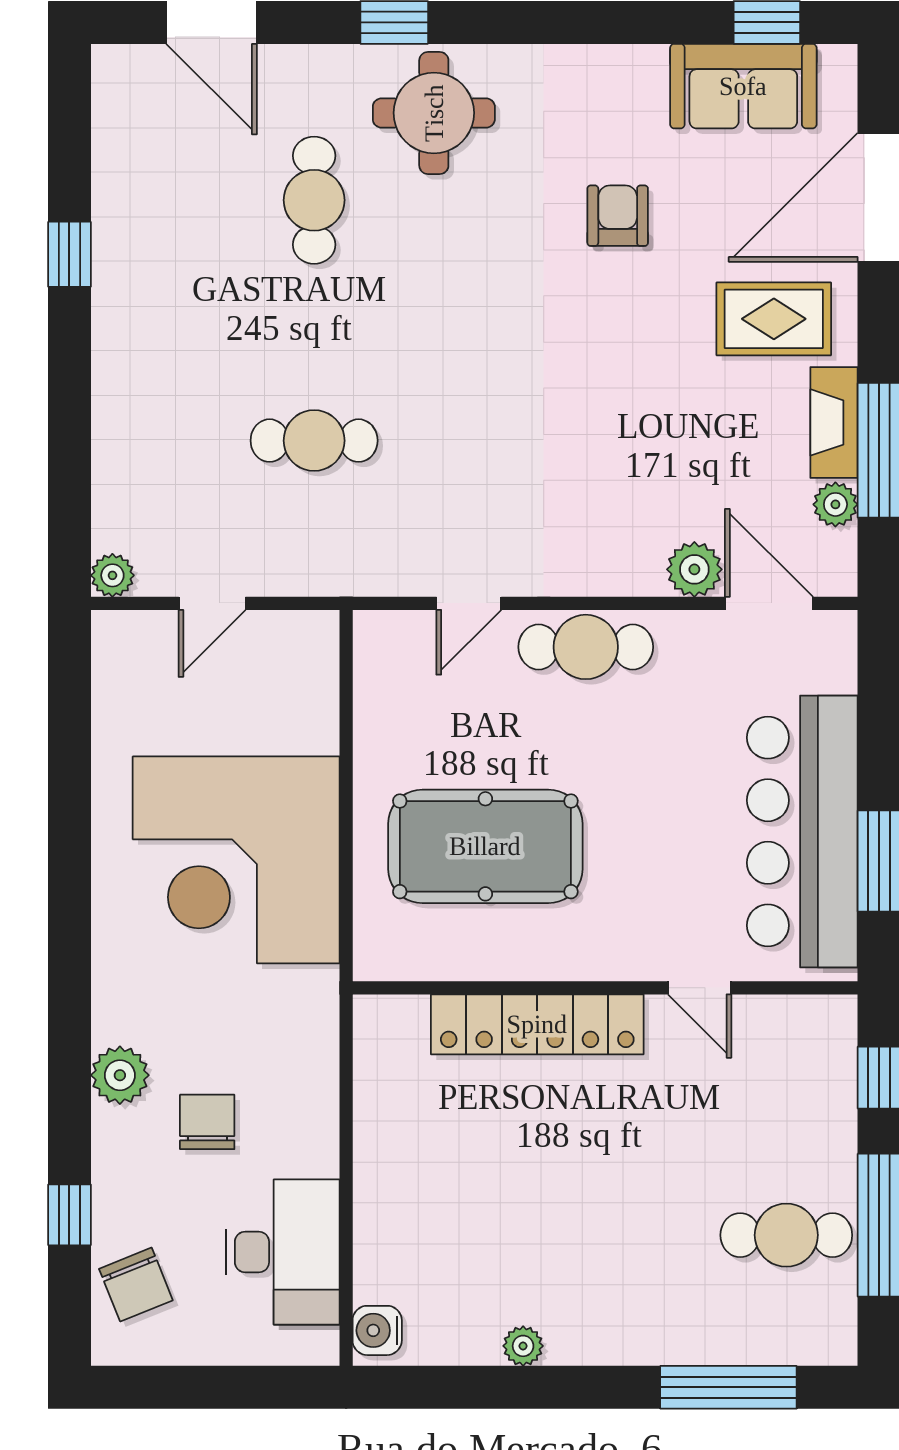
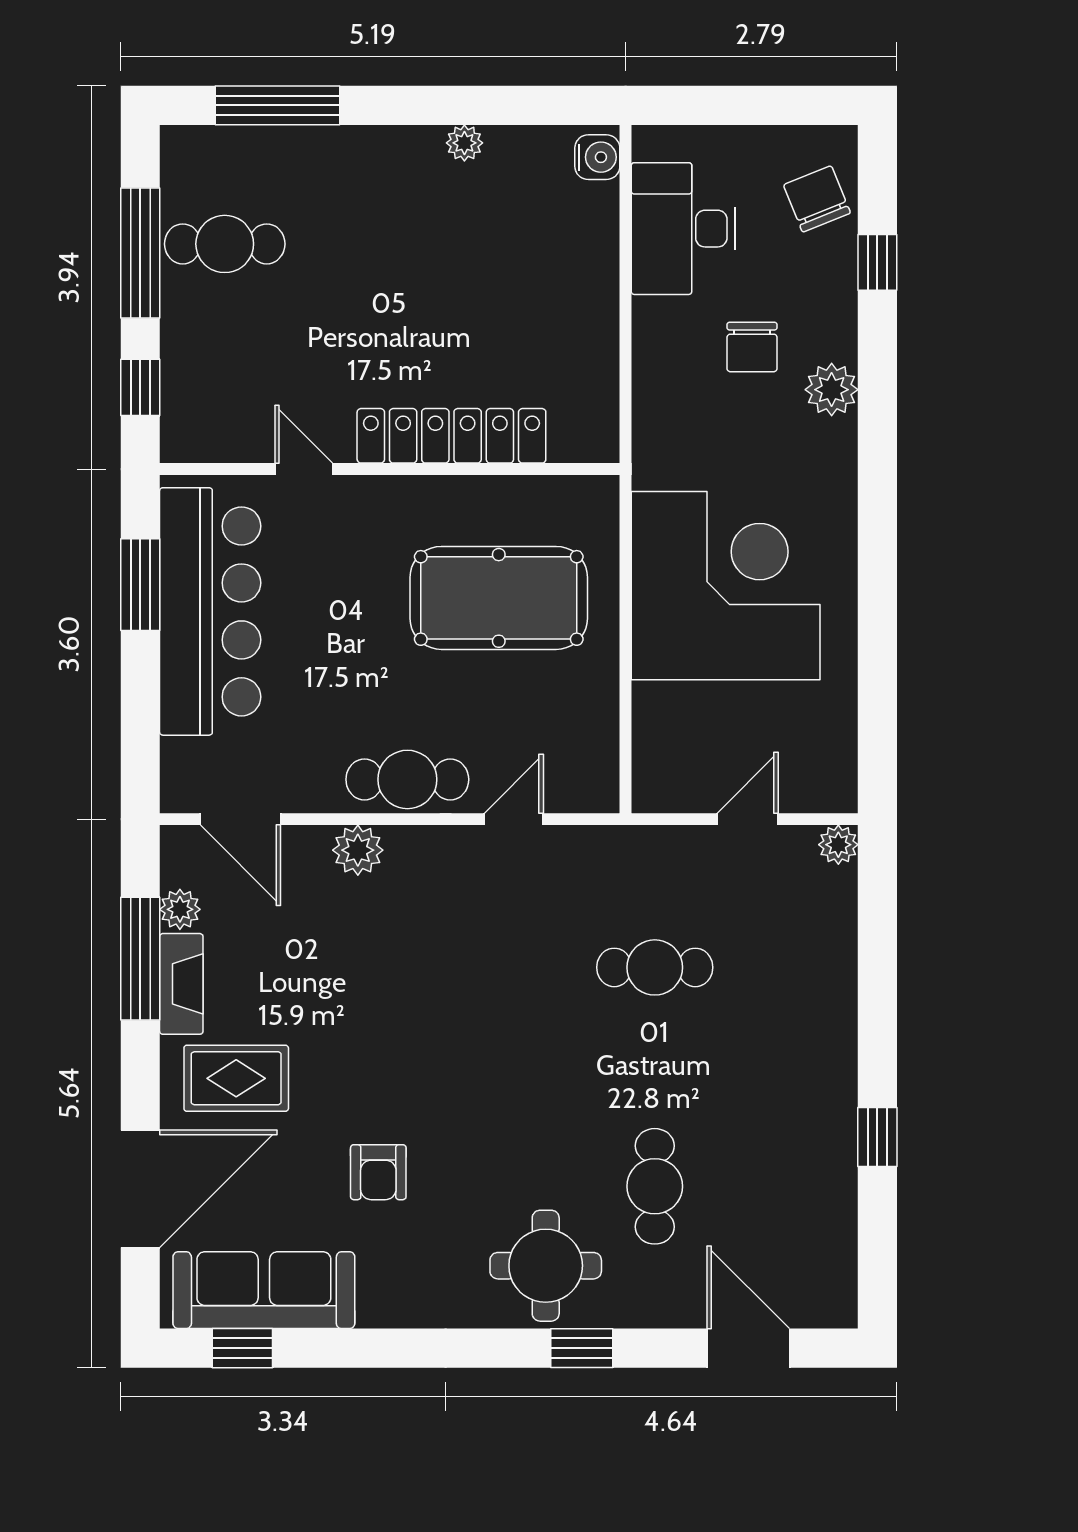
sofa: (743, 86) -> (264, 1290), width x1.36
plant: (694, 569) -> (358, 850), moved

